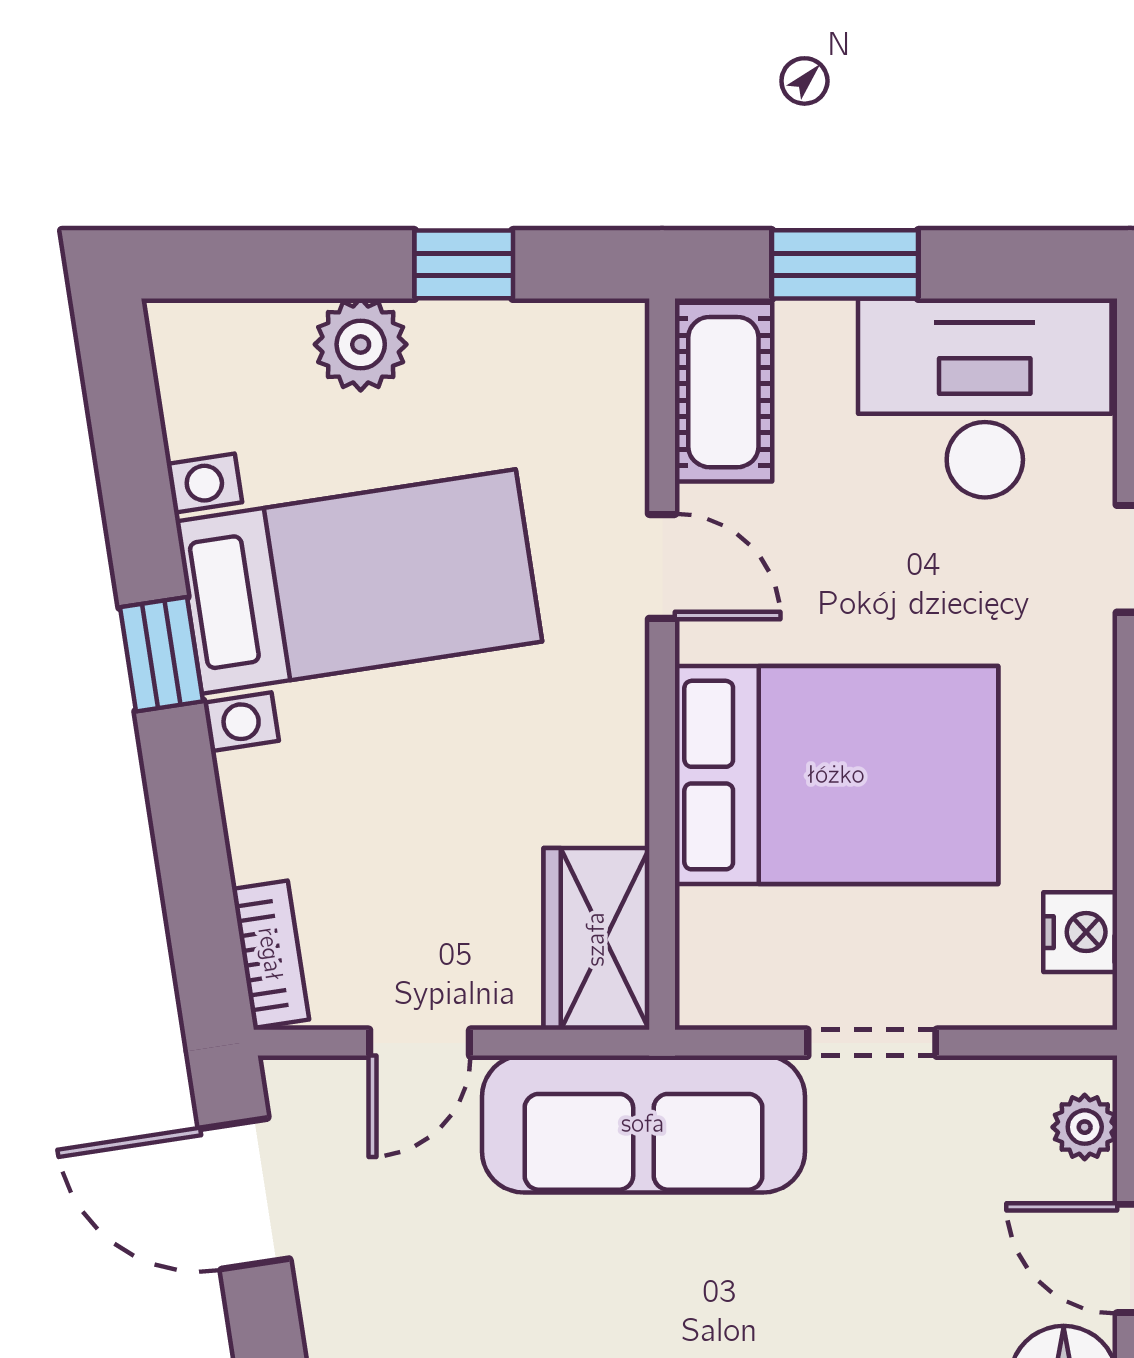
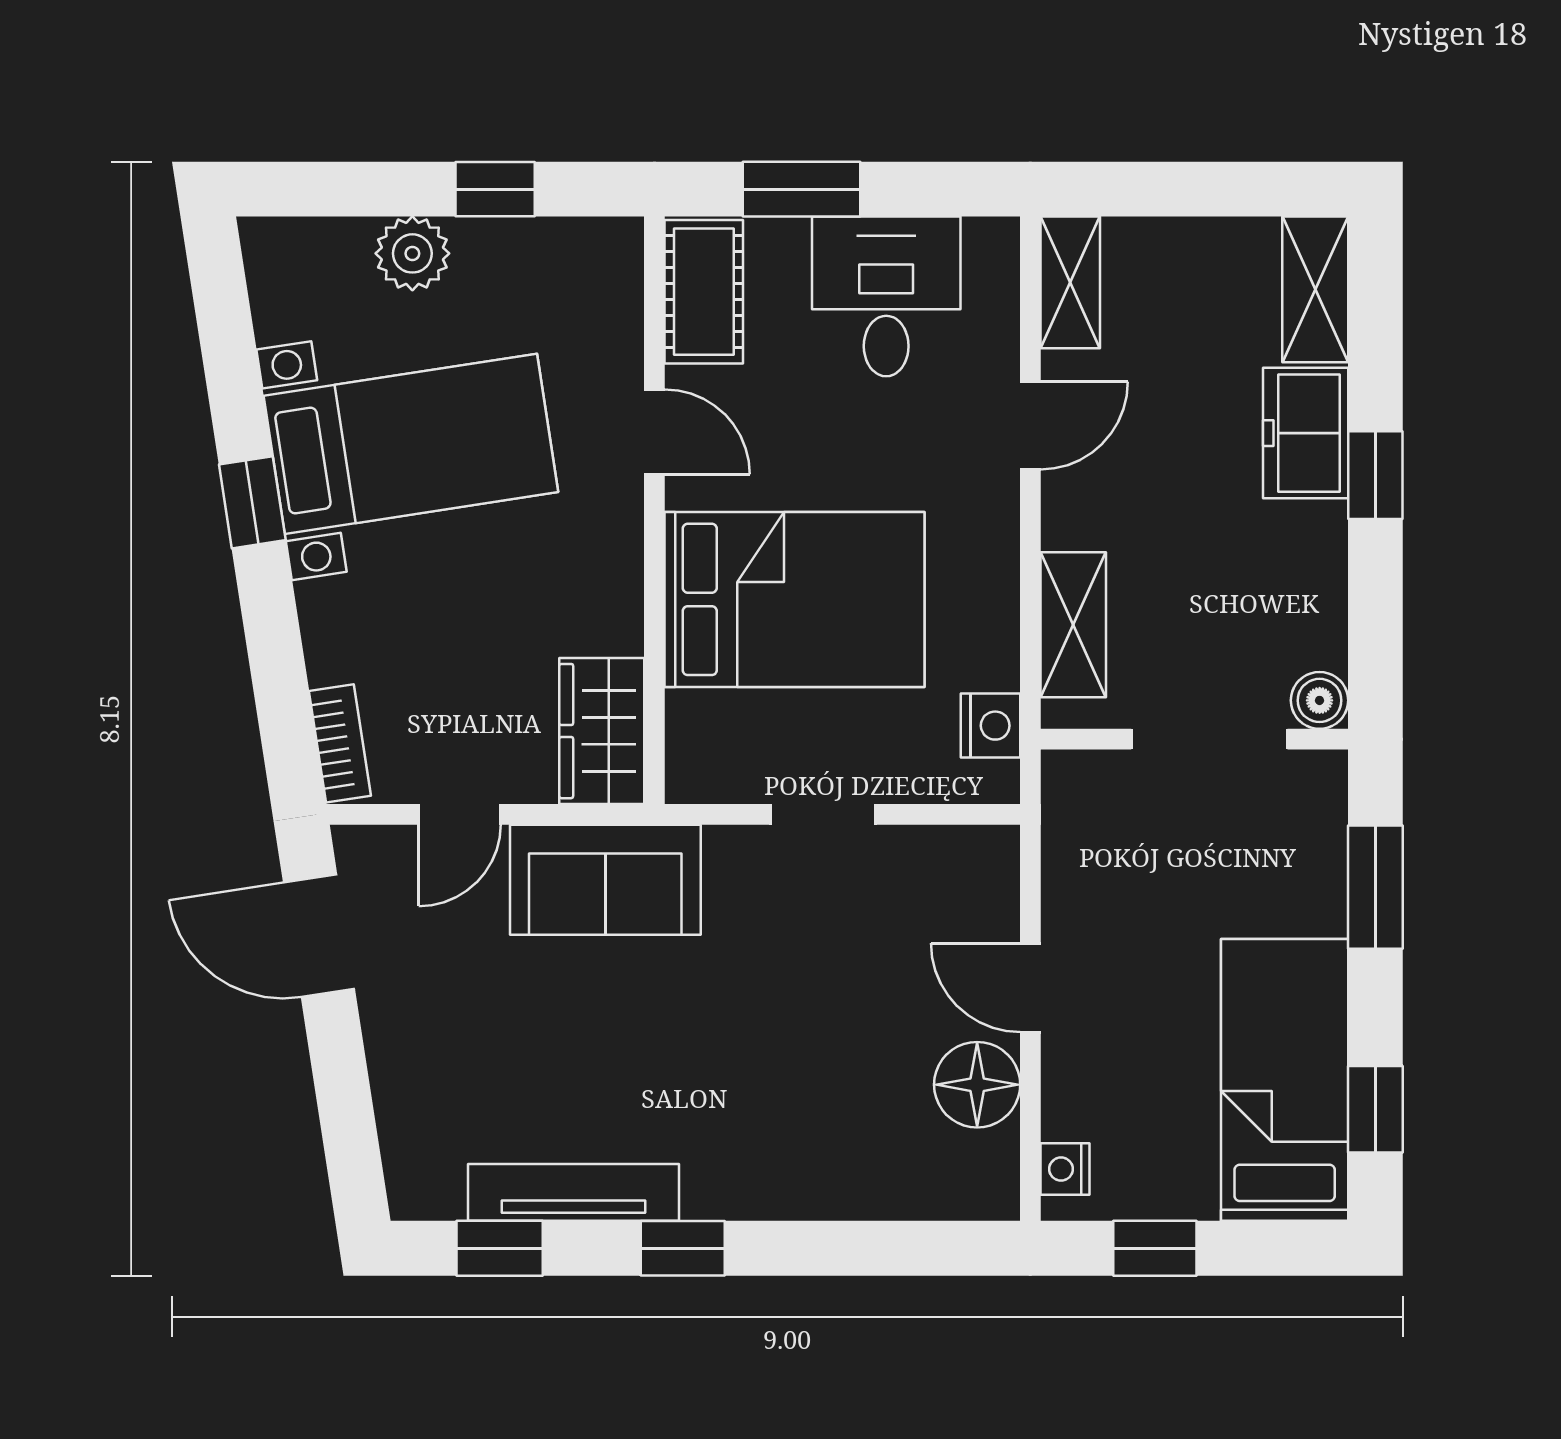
desk: (985, 398) -> (886, 296), width x0.73
sofa: (643, 1124) -> (605, 880), width x0.73
plant: (1085, 1127) -> (994, 882), removed

